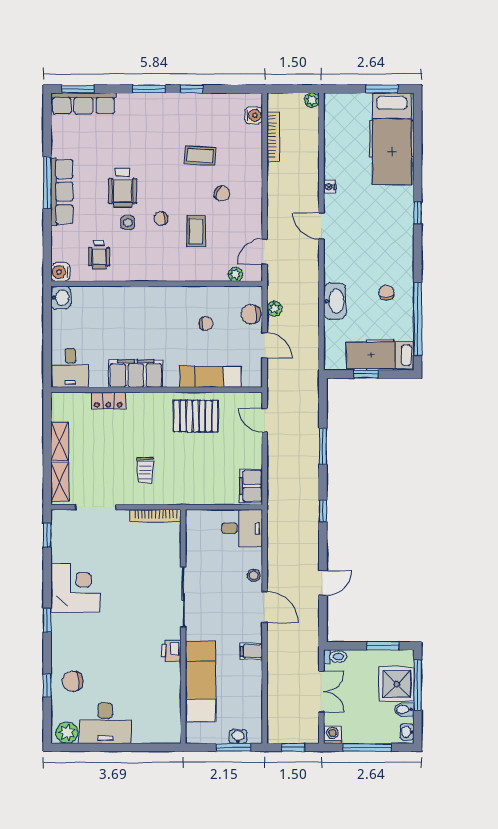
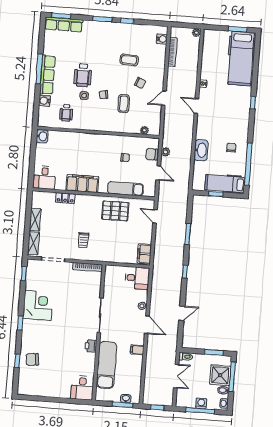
door: (265, 252) -> (164, 98), moved
water cooler: (60, 272) -> (45, 101), moved
desk: (105, 723) -> (82, 388), moved, width x0.73
plant: (67, 733) -> (27, 389), removed
washing machine: (333, 735) -> (201, 403), moved

